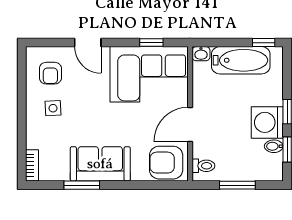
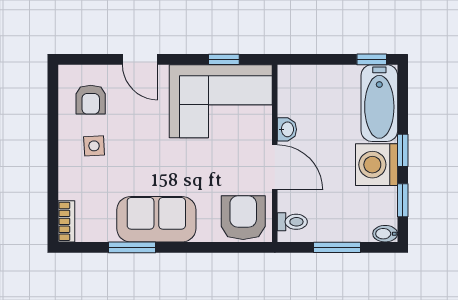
washbasin: (201, 54) -> (287, 129), moved, turned -90
bathtub: (241, 60) -> (379, 103), moved, turned 90
door: (190, 124) -> (275, 167), swing flipped
bidet: (274, 146) -> (385, 234), moved
armchair: (166, 163) -> (243, 218), turned 90

